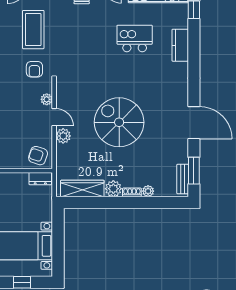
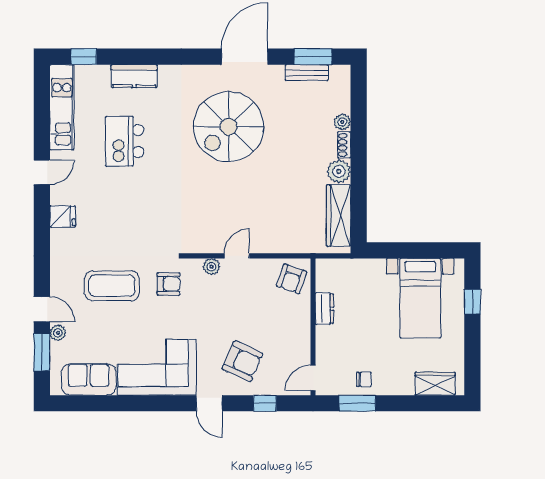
spiral stairs: (119, 122) -> (229, 127), moved
plant: (63, 136) -> (264, 243), removed
dresser: (40, 179) -> (324, 309), moved
bench: (183, 179) -> (307, 73), moved

